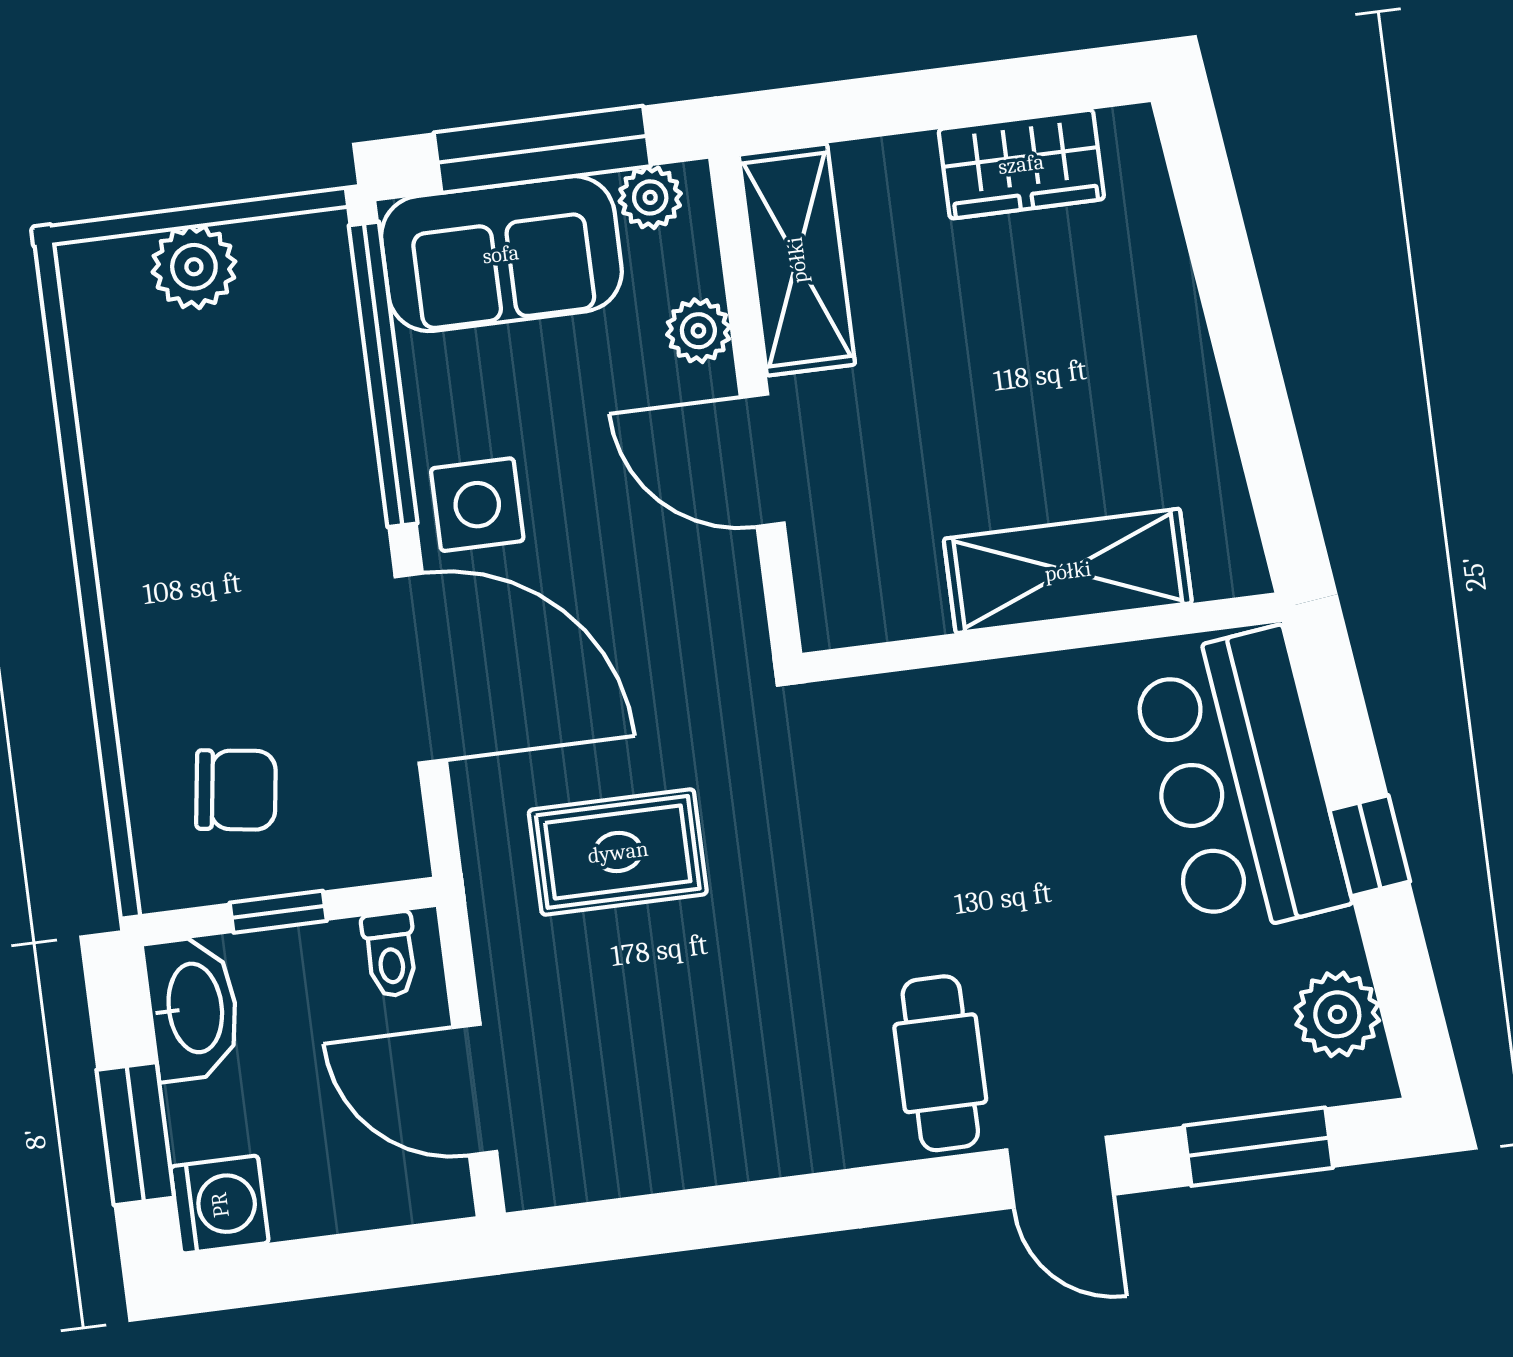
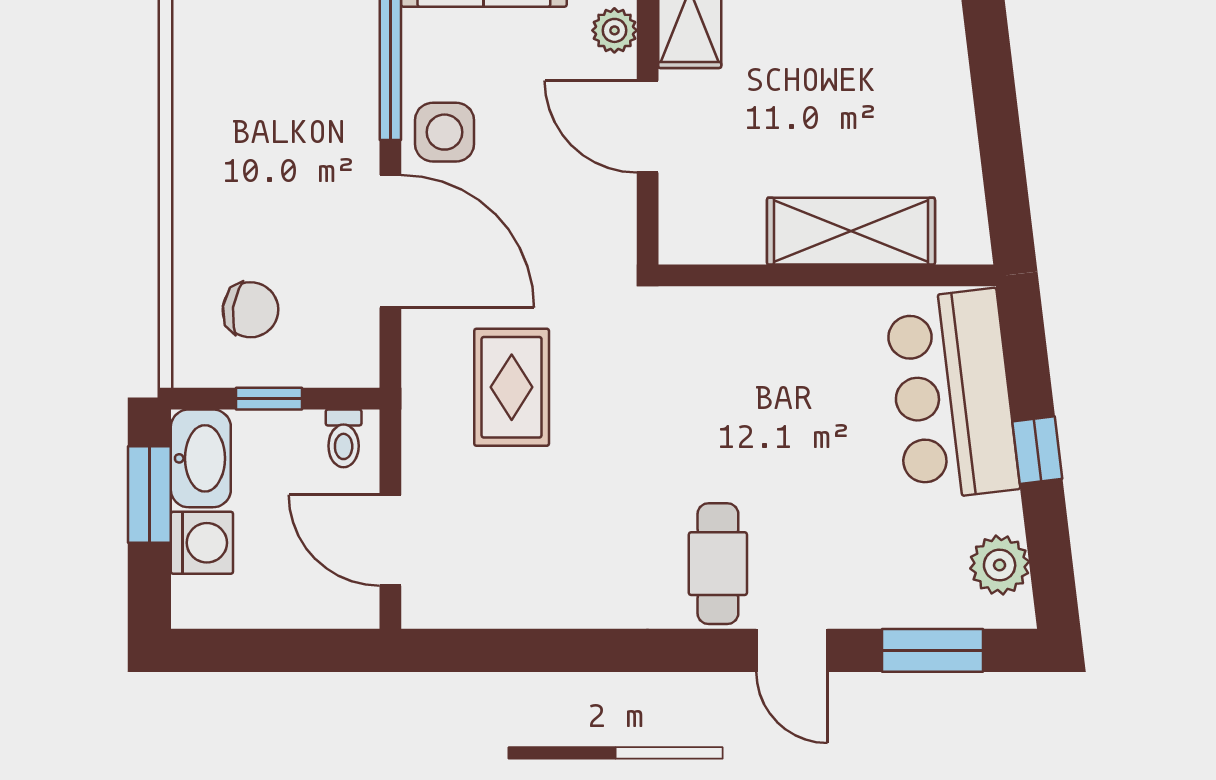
rug: (618, 852) -> (512, 387), turned 90
window: (135, 1134) -> (149, 495), moved
washing machine: (220, 1205) -> (202, 543), moved

